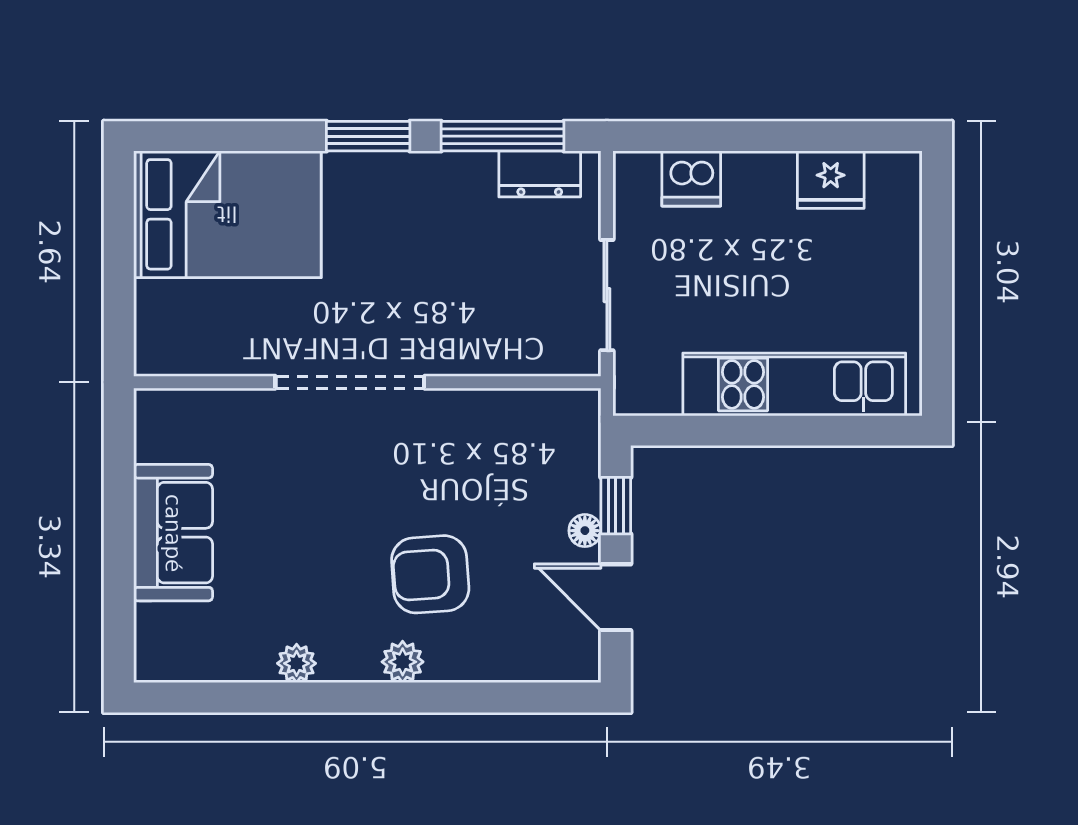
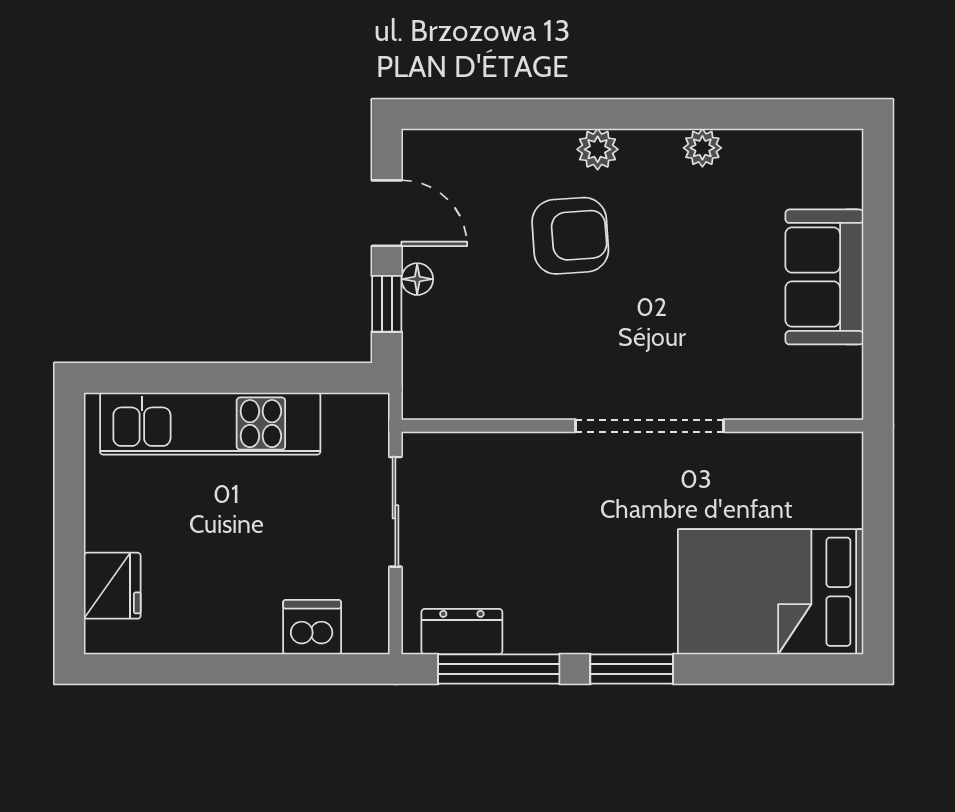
fridge: (831, 180) -> (112, 586), moved, turned 90

